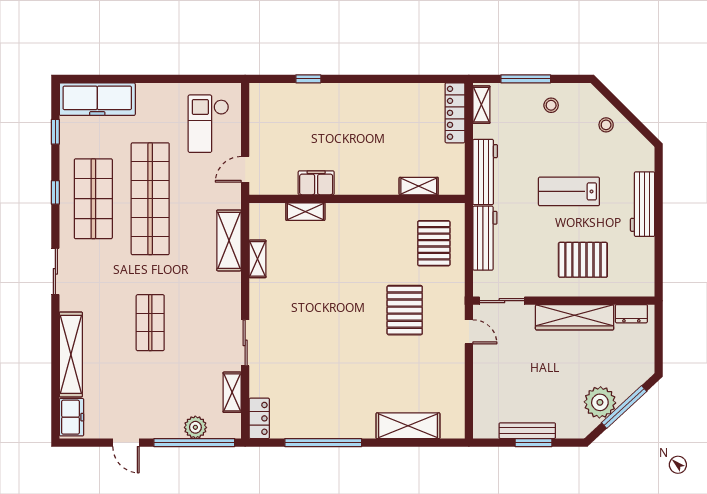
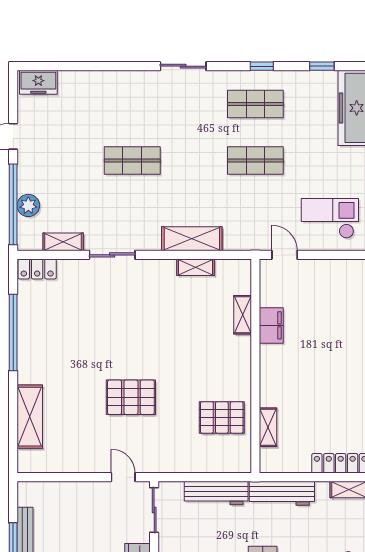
shop shelf: (93, 199) -> (255, 104), width x0.70, depth x0.74
shop shelf: (150, 199) -> (255, 161), width x0.50, depth x0.74
shelving: (229, 240) -> (192, 239), moved
pallet: (434, 243) -> (222, 417), moved
pallet: (405, 310) -> (131, 397), moved
door: (469, 332) -> (123, 477), swing flipped
shelving: (71, 354) -> (101, 82), removed

